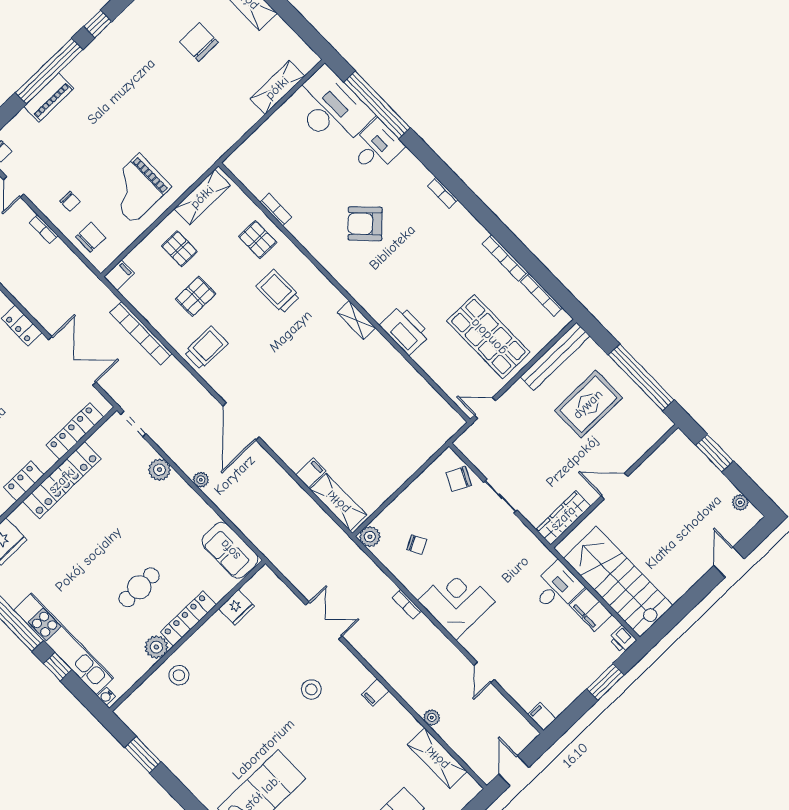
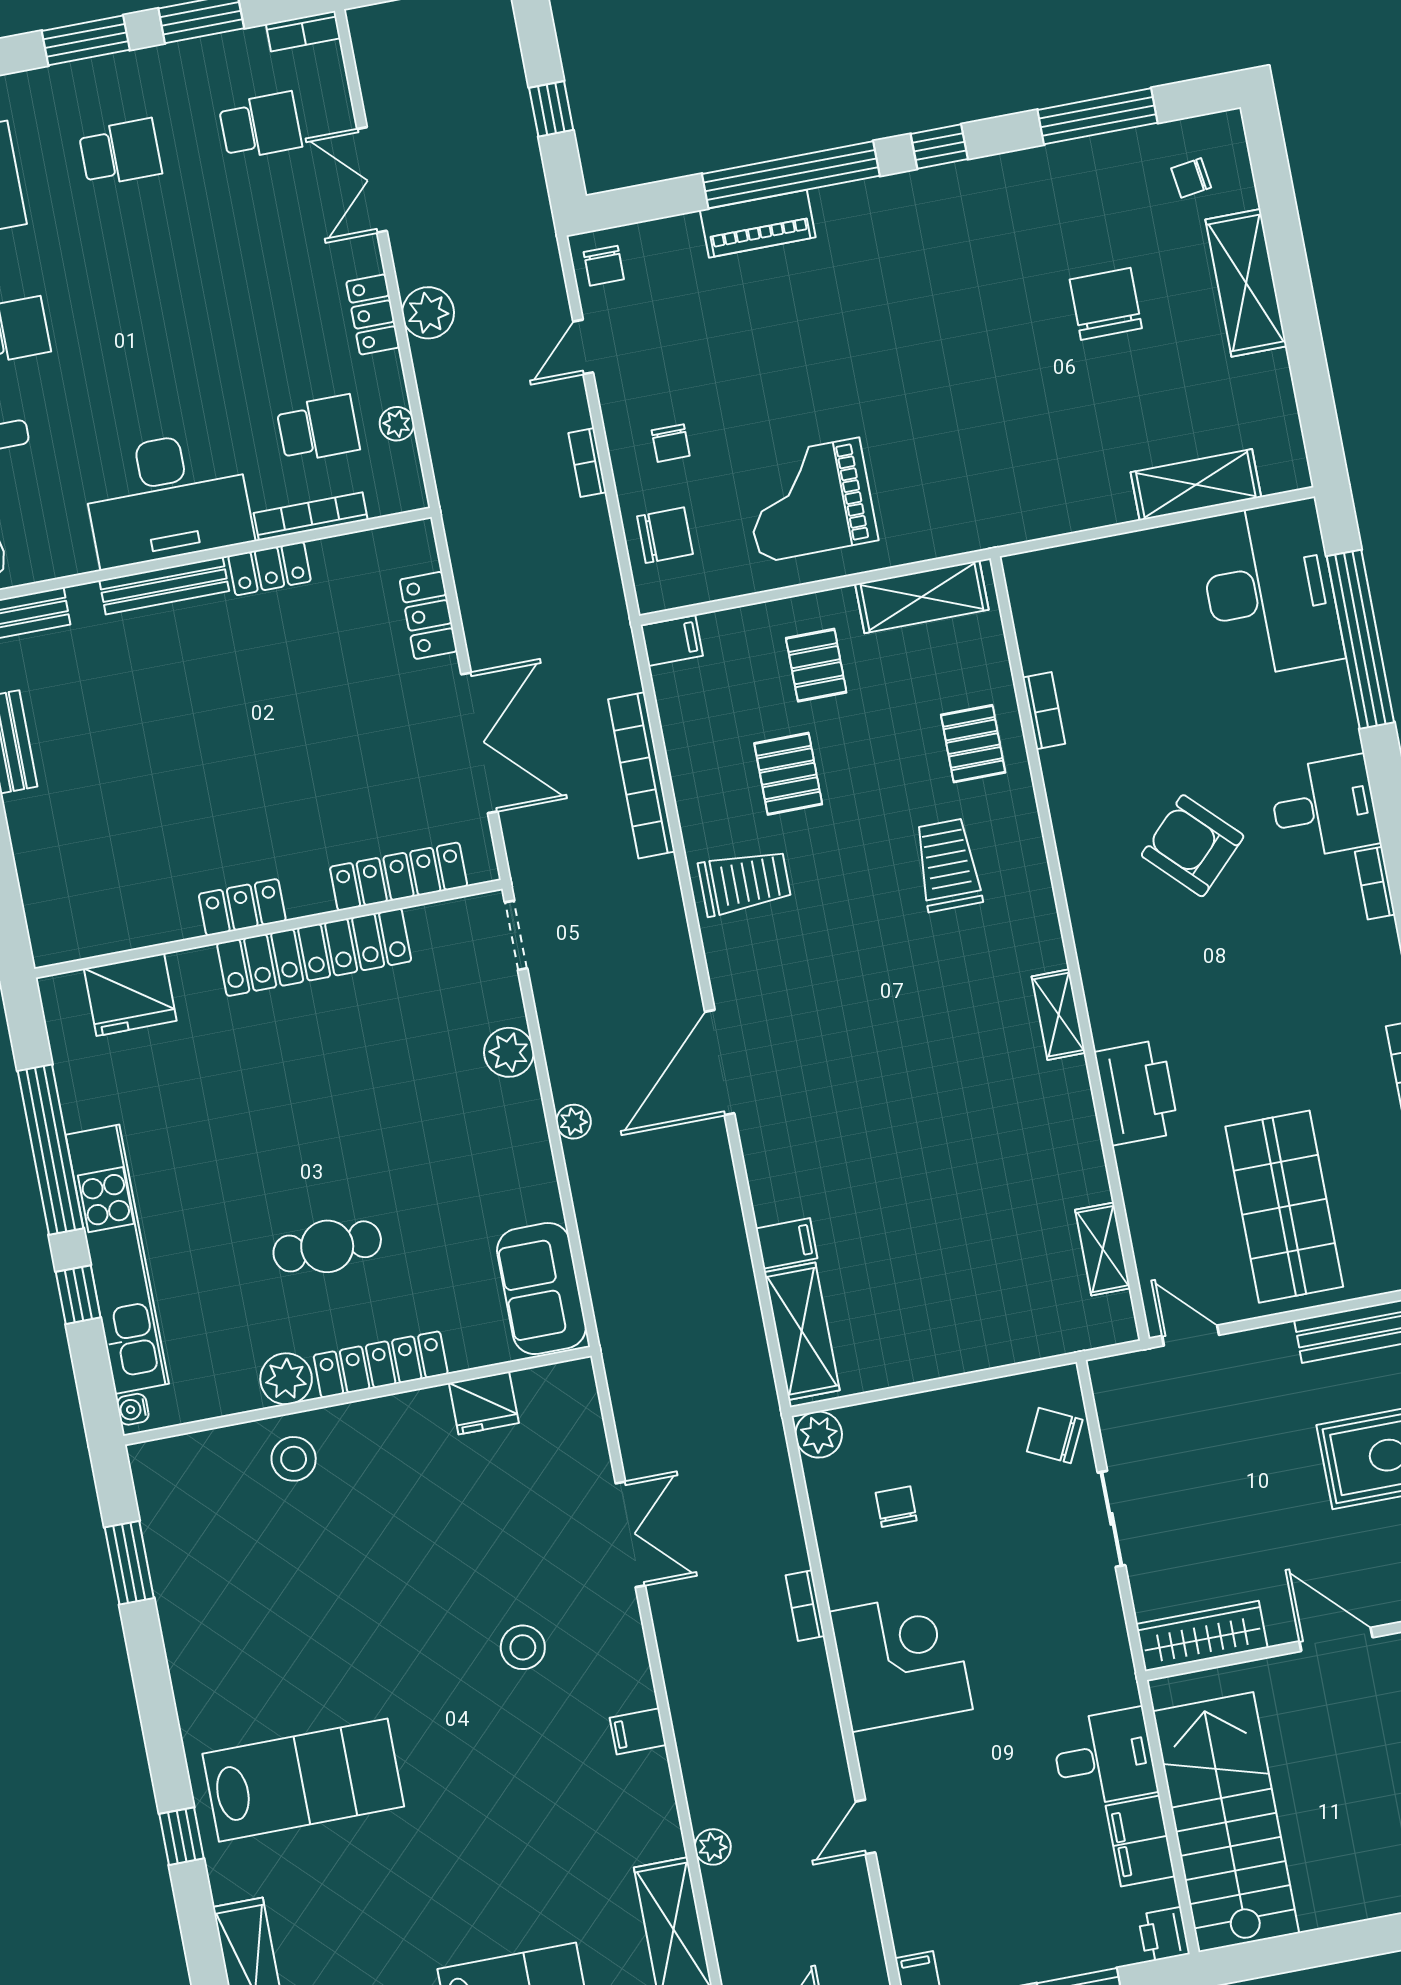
desk: (376, 147) -> (1324, 807), moved
pallet: (196, 296) -> (788, 774), turned 90
shelving: (431, 397) -> (1103, 1249), added
chair: (417, 545) -> (896, 1507), turned -152

